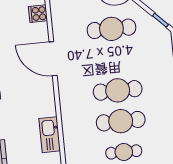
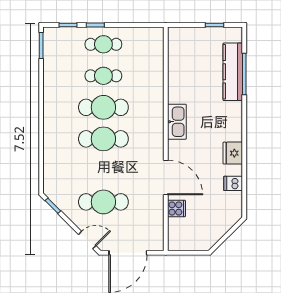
cooker: (38, 14) -> (176, 208), moved
kitchen sink: (50, 135) -> (177, 122), moved

